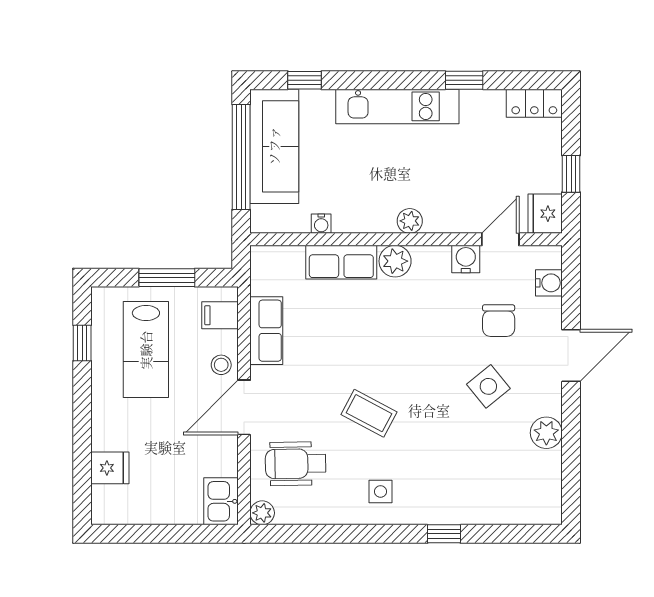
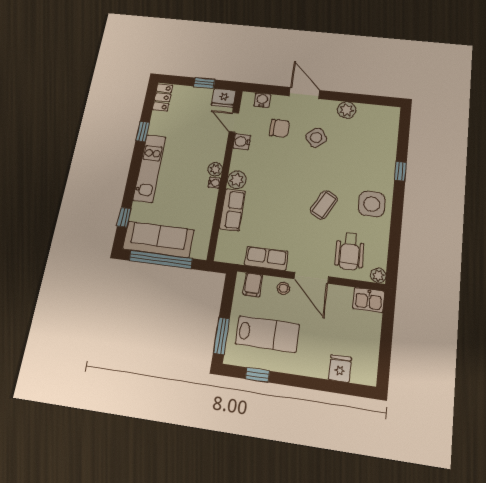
water cooler: (321, 224) -> (214, 183), moved
window: (167, 278) -> (221, 336), moved
side table: (380, 491) -> (372, 204), width x1.87, depth x1.87

